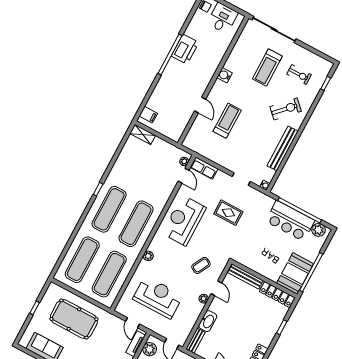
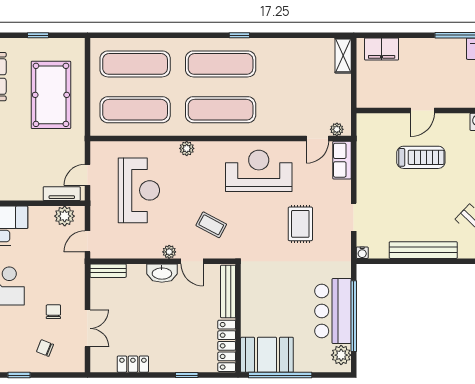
filing cabinet: (148, 115) -> (382, 49), width x2.00
door: (216, 288) -> (192, 261), hinge flipped
washbasin: (208, 321) -> (162, 273), moved

